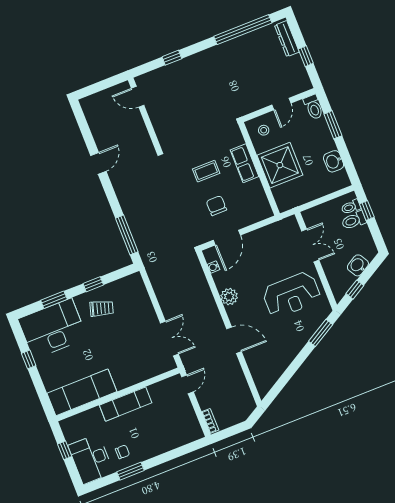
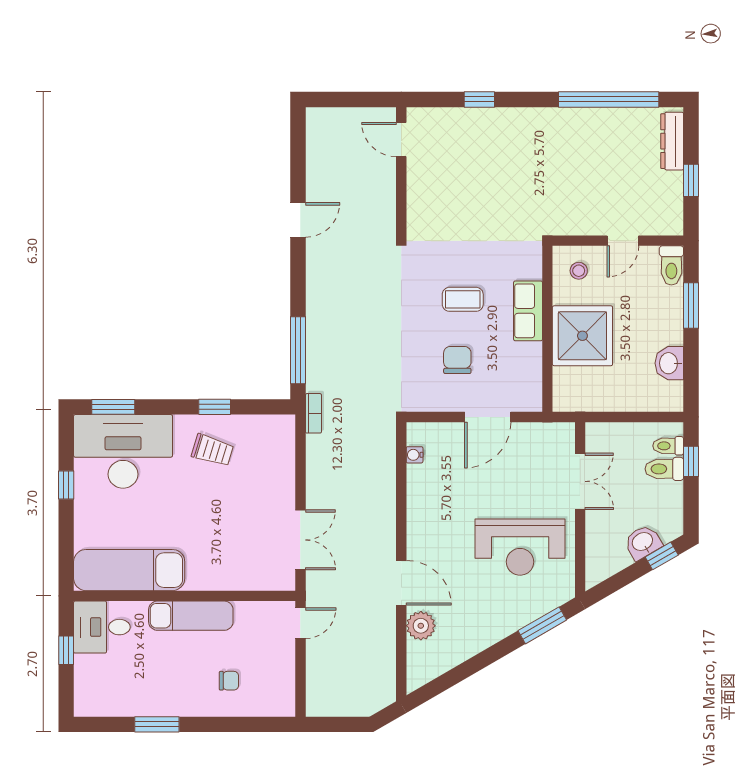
door: (227, 238) -> (488, 417), moved
window: (355, 290) -> (662, 556), moved
plant: (229, 297) -> (421, 626), moved
window: (54, 300) -> (113, 407), moved
bookcase: (210, 421) -> (313, 413), moved
chair: (122, 452) -> (229, 681), moved
desk: (91, 459) -> (102, 627), moved, width x0.73

